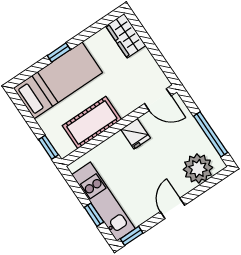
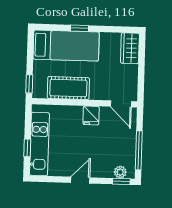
plant: (198, 169) -> (120, 172), width x0.53, depth x0.53
window: (132, 236) -> (121, 181), moved

